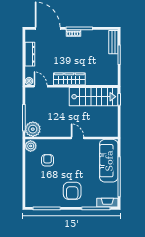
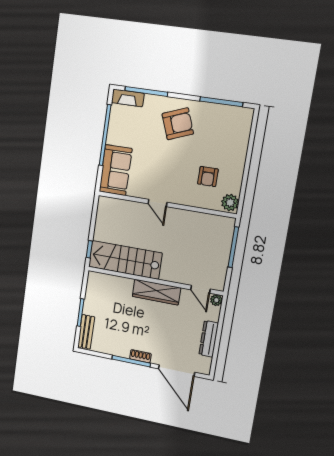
plant: (33, 129) -> (223, 228), removed
sofa: (109, 161) -> (116, 170), width x0.73
armchair: (72, 191) -> (178, 124), turned 69

